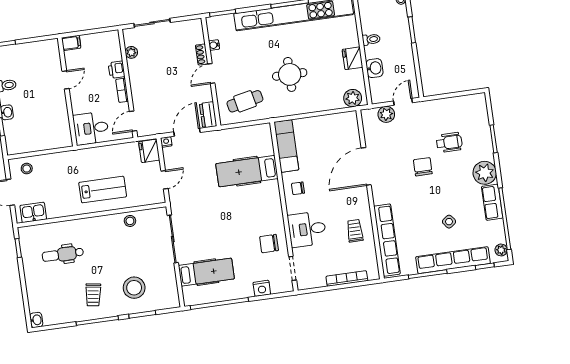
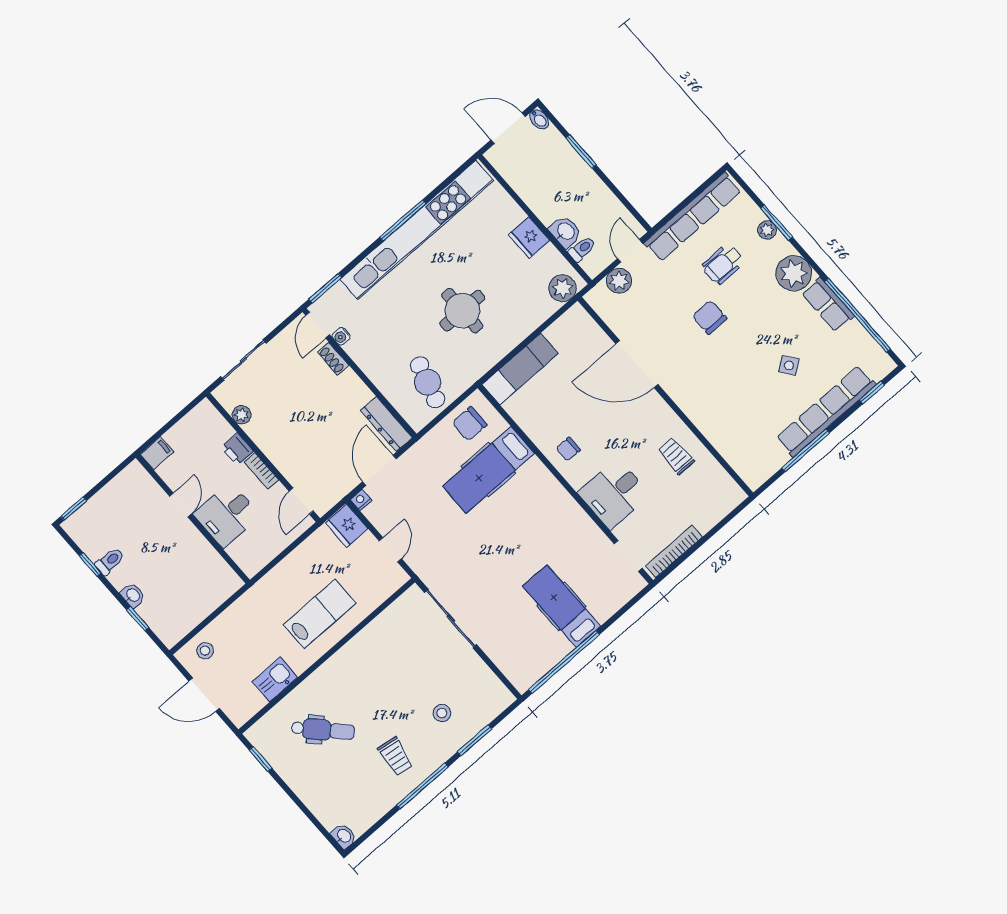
toilet: (371, 39) -> (582, 249), moved
door: (211, 74) -> (318, 325), moved
cafe table: (245, 101) -> (428, 382), turned -62
dresser: (208, 115) -> (386, 424), width x1.44
desk: (91, 128) -> (227, 515), moved
wheelchair: (449, 142) -> (723, 264), turned 180
exam couch: (286, 146) -> (520, 369), moved, turned 90
door: (366, 166) -> (637, 364), hinge flipped
kitchen sink: (33, 212) -> (275, 679), moved
stool: (130, 221) -> (381, 631), removed
row of seats: (387, 240) -> (693, 217), moved, turned 90
chair: (269, 244) -> (470, 424), moved
plant: (501, 250) -> (767, 230), moved
dental chair: (63, 254) -> (323, 730), turned -134
hospital bed: (206, 272) -> (562, 606), moved, turned -90
bookcase: (347, 278) -> (674, 551), moved
stool: (134, 288) -> (442, 713), width x0.53, depth x0.53
nightstand: (262, 288) -> (606, 607), removed

